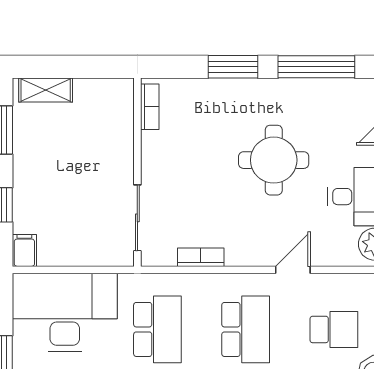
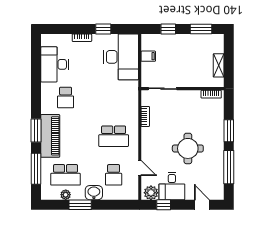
shelving: (46, 90) -> (219, 65), moved
filing cabinet: (24, 250) -> (148, 56), moved
door: (293, 270) -> (140, 168), moved
school desk: (157, 329) -> (114, 98), removed

